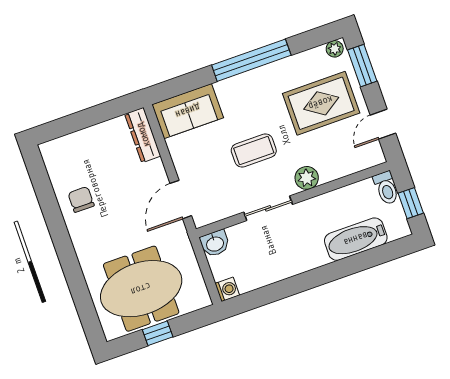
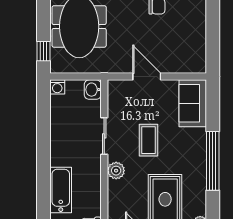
dresser: (143, 135) -> (187, 66), removed
door: (181, 200) -> (147, 77), moved
window: (158, 333) -> (44, 51), moved

